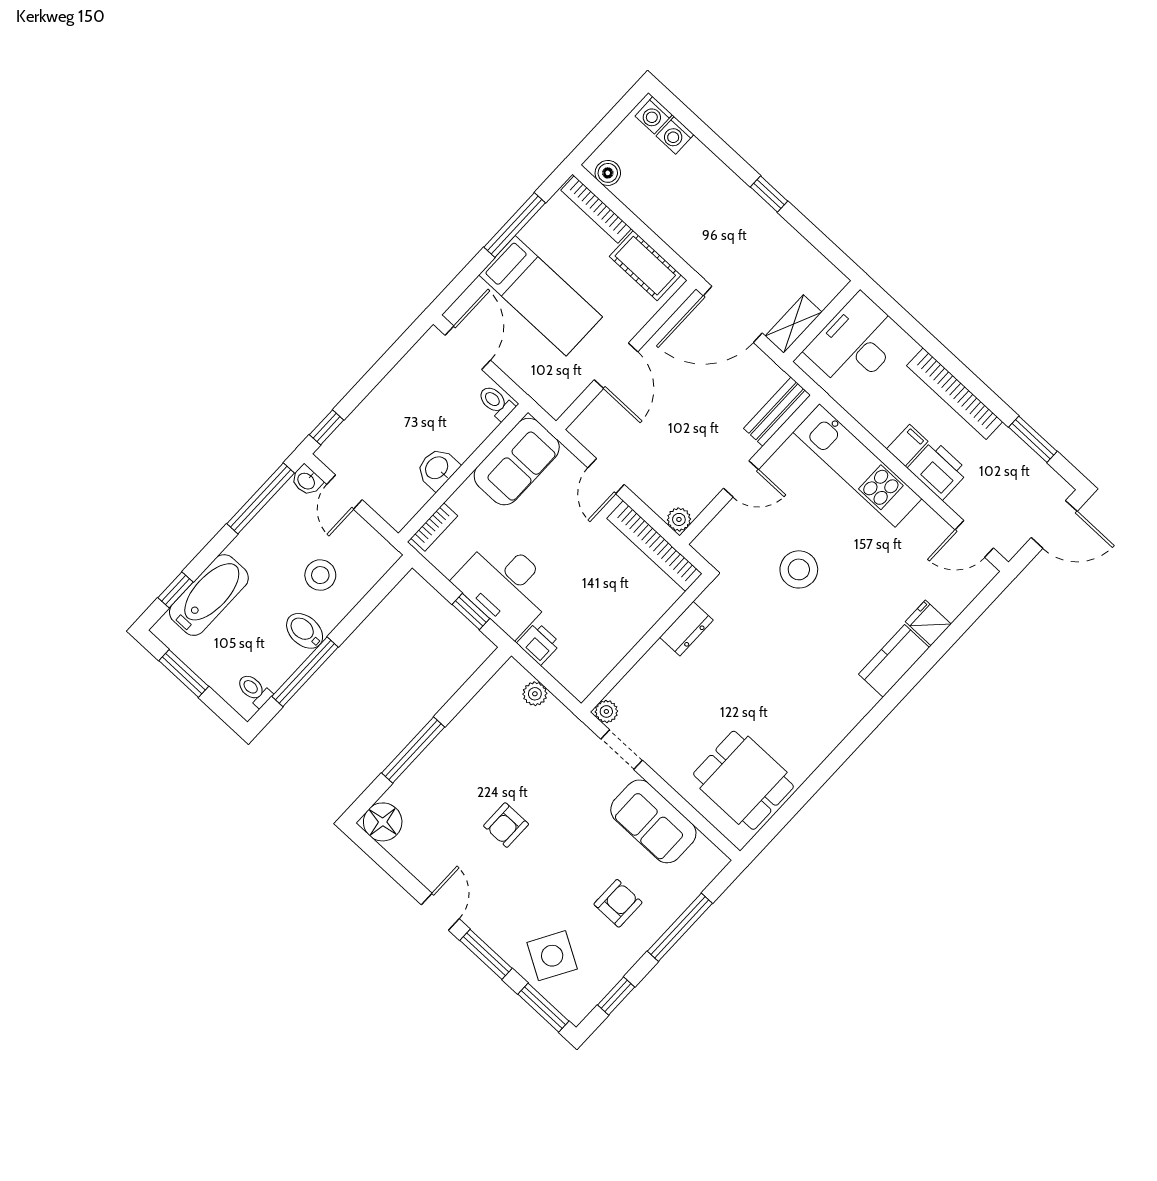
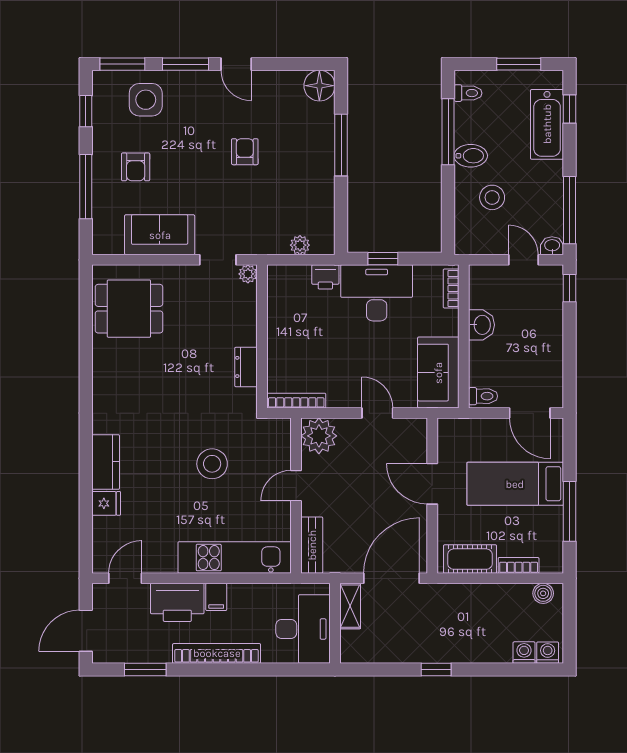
bookcase: (596, 209) -> (519, 565), width x0.64
printer: (938, 470) -> (177, 602), width x1.37, depth x1.19
plant: (679, 519) -> (319, 436), width x1.88, depth x1.88
bookcase: (654, 546) -> (296, 401), width x0.68, depth x0.76
side table: (552, 956) -> (146, 100), turned -30

